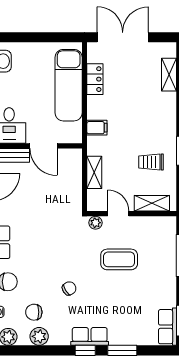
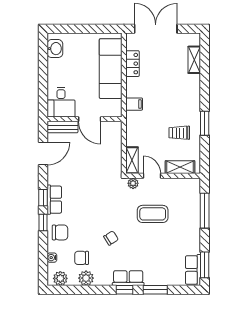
shelving: (94, 172) -> (132, 160), moved

